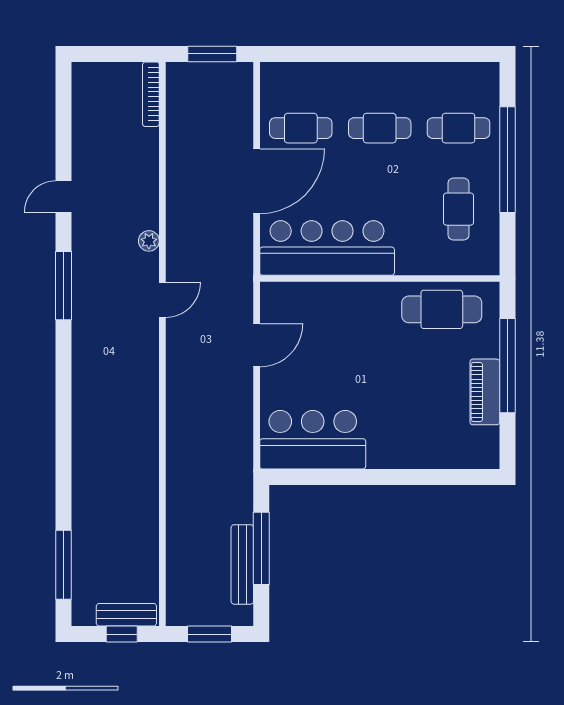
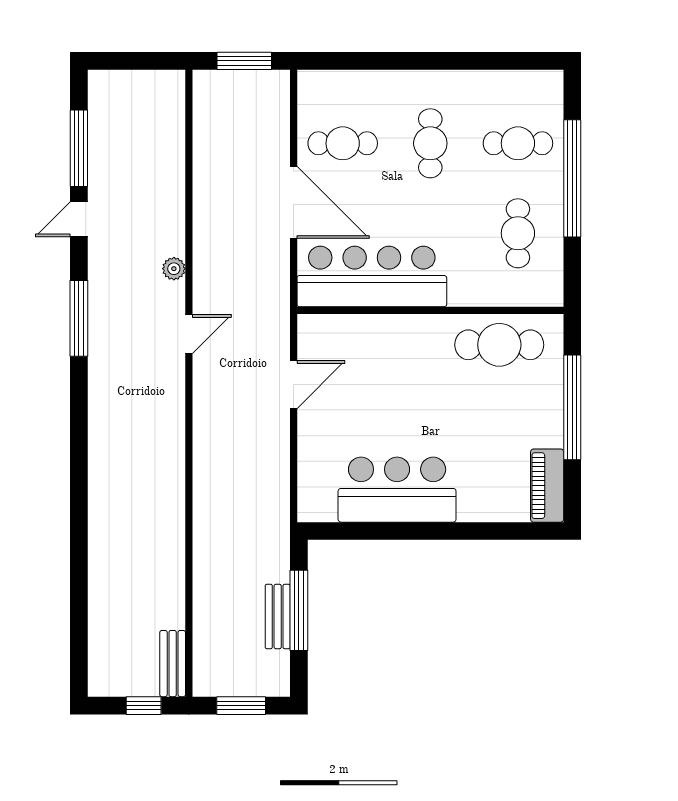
bookcase: (151, 94) -> (176, 106), removed
cafe table: (380, 128) -> (430, 143), turned 90
door: (257, 181) -> (294, 202), hinge flipped
piano: (485, 392) -> (547, 486), moved
bar counter: (313, 440) -> (397, 490), moved
bench: (242, 564) -> (278, 616), width x0.73
window: (63, 565) -> (79, 148), moved
bench: (126, 615) -> (173, 664), moved, turned 90

